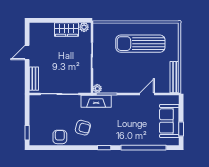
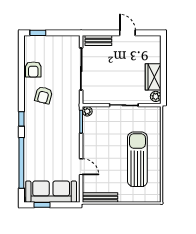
fireplace: (96, 101) -> (73, 110), removed
sofa: (169, 121) -> (51, 192), width x1.36
armchair: (60, 137) -> (33, 69), turned 90

